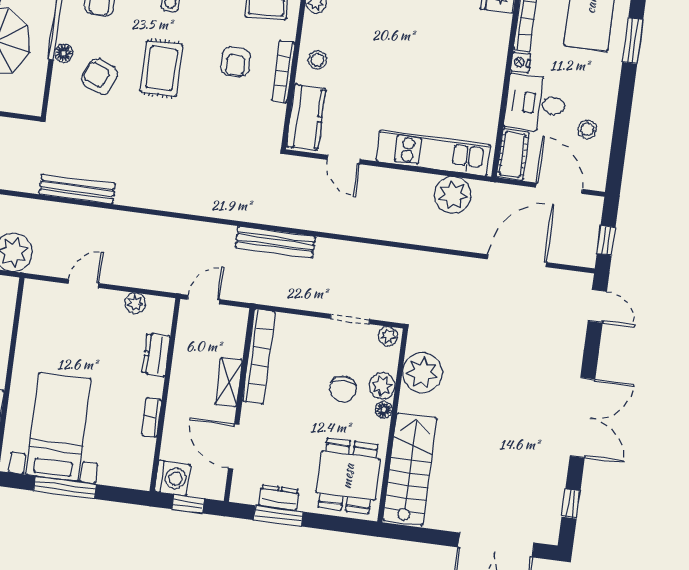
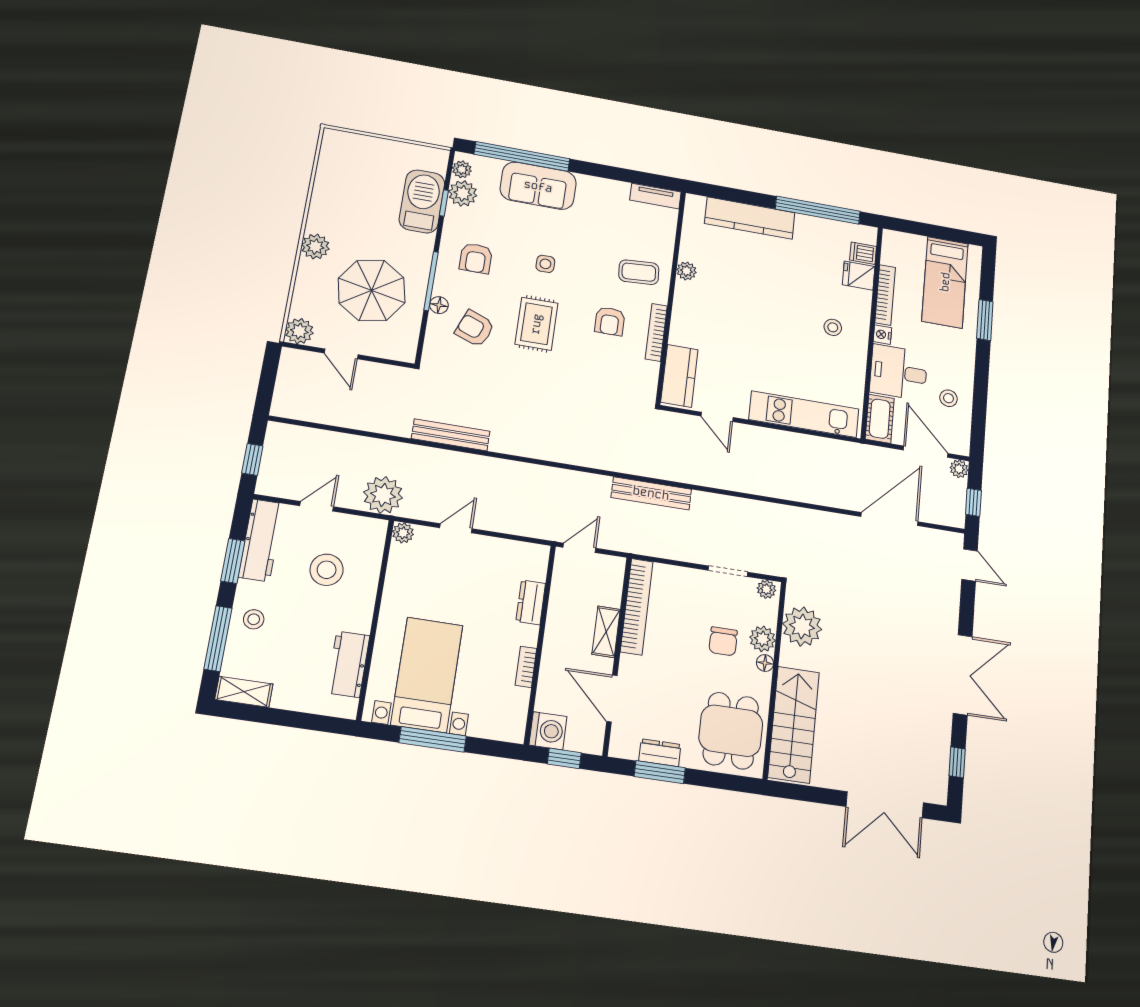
stool: (317, 60) -> (833, 327), moved
plant: (453, 195) -> (959, 469), moved, width x0.53, depth x0.53
plant: (135, 303) -> (403, 533), moved

